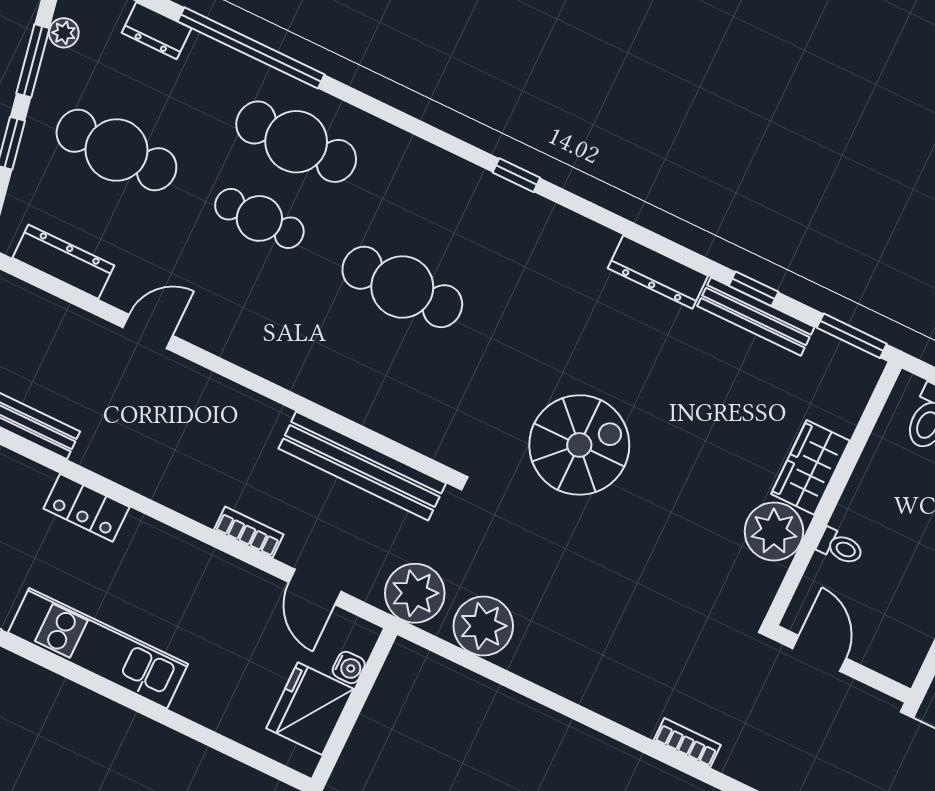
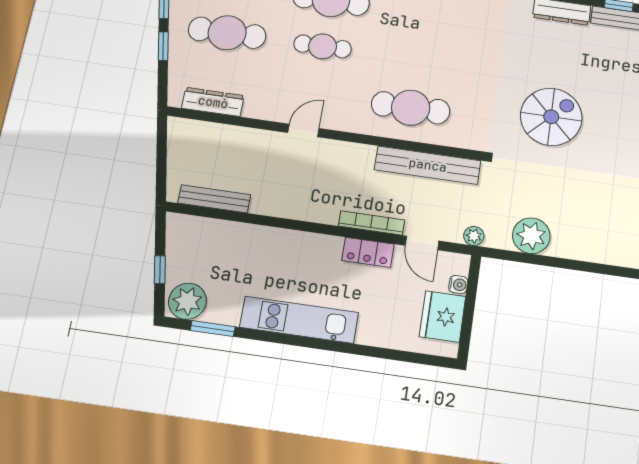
cafe table: (402, 287) -> (411, 108), moved
door: (148, 332) -> (303, 130), moved
locker: (86, 508) -> (368, 252), moved
bookcase: (249, 532) -> (371, 223), width x1.56
plant: (415, 593) -> (474, 236), width x0.53, depth x0.53

